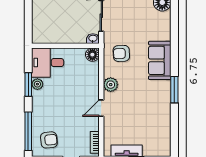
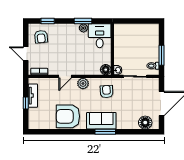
window: (174, 90) -> (105, 132), moved
armchair: (154, 104) -> (68, 116), added
door: (101, 108) -> (65, 76), swing flipped
window: (28, 131) -> (48, 21), width x0.46

